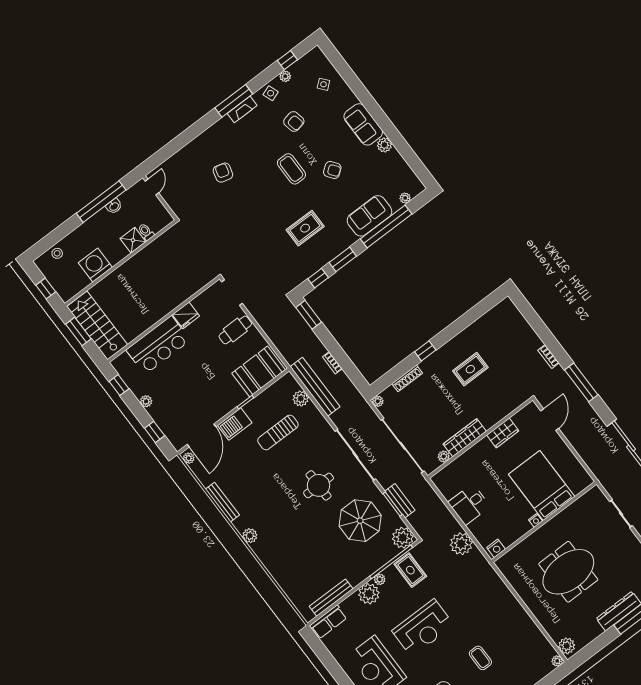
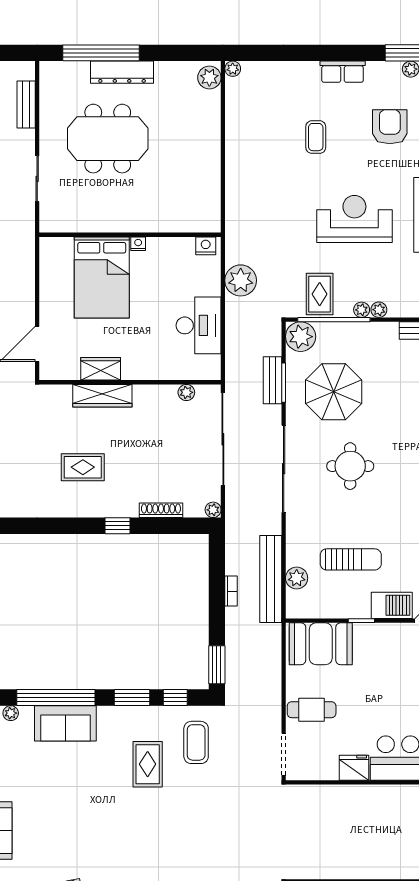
coffee table: (291, 169) -> (196, 742), moved
armchair: (332, 170) -> (68, 806), removed
rug: (305, 228) -> (148, 764), turned 90
wardrobe: (465, 438) -> (102, 396), moved
desk: (469, 504) -> (199, 325), width x1.37
meeting table: (568, 572) -> (108, 139), moved
plant: (369, 594) -> (379, 310), width x0.53, depth x0.53

